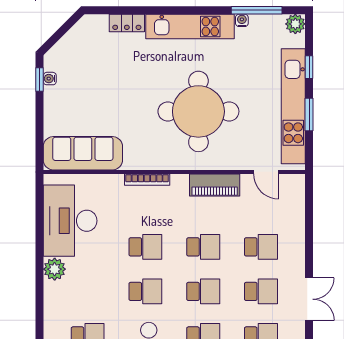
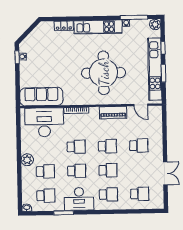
desk: (70, 221) -> (44, 122), moved, turned 90
school desk: (261, 291) -> (45, 171), moved

